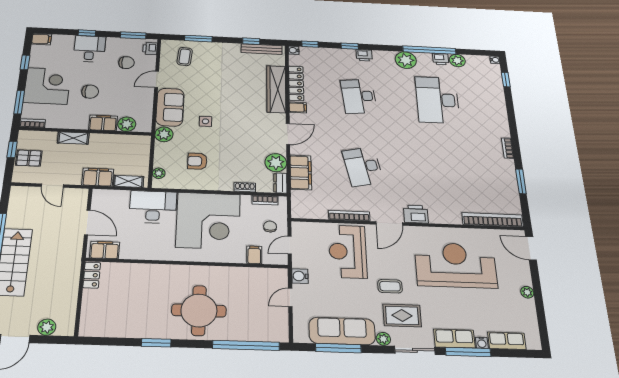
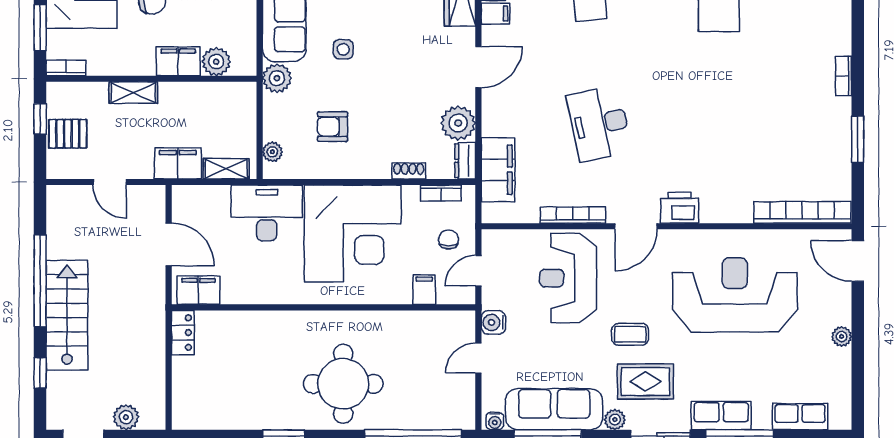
filing cabinet: (301, 172) -> (498, 170), moved
water cooler: (482, 343) -> (495, 421), moved

